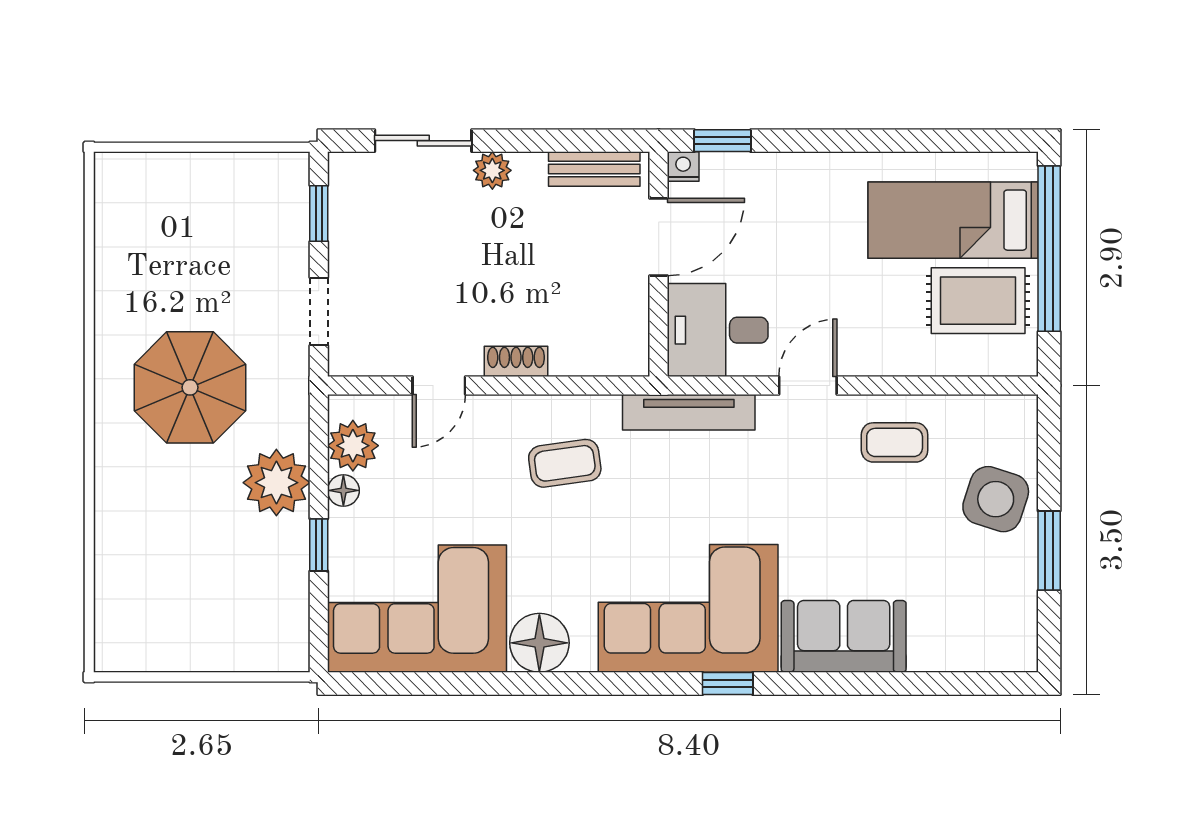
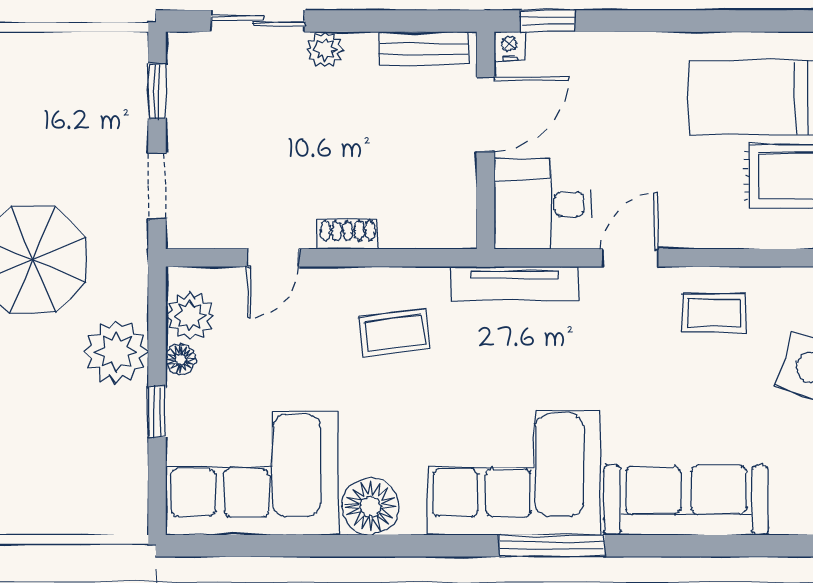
sofa: (844, 636) -> (686, 500), width x1.36
window: (728, 683) -> (552, 546), width x2.17

